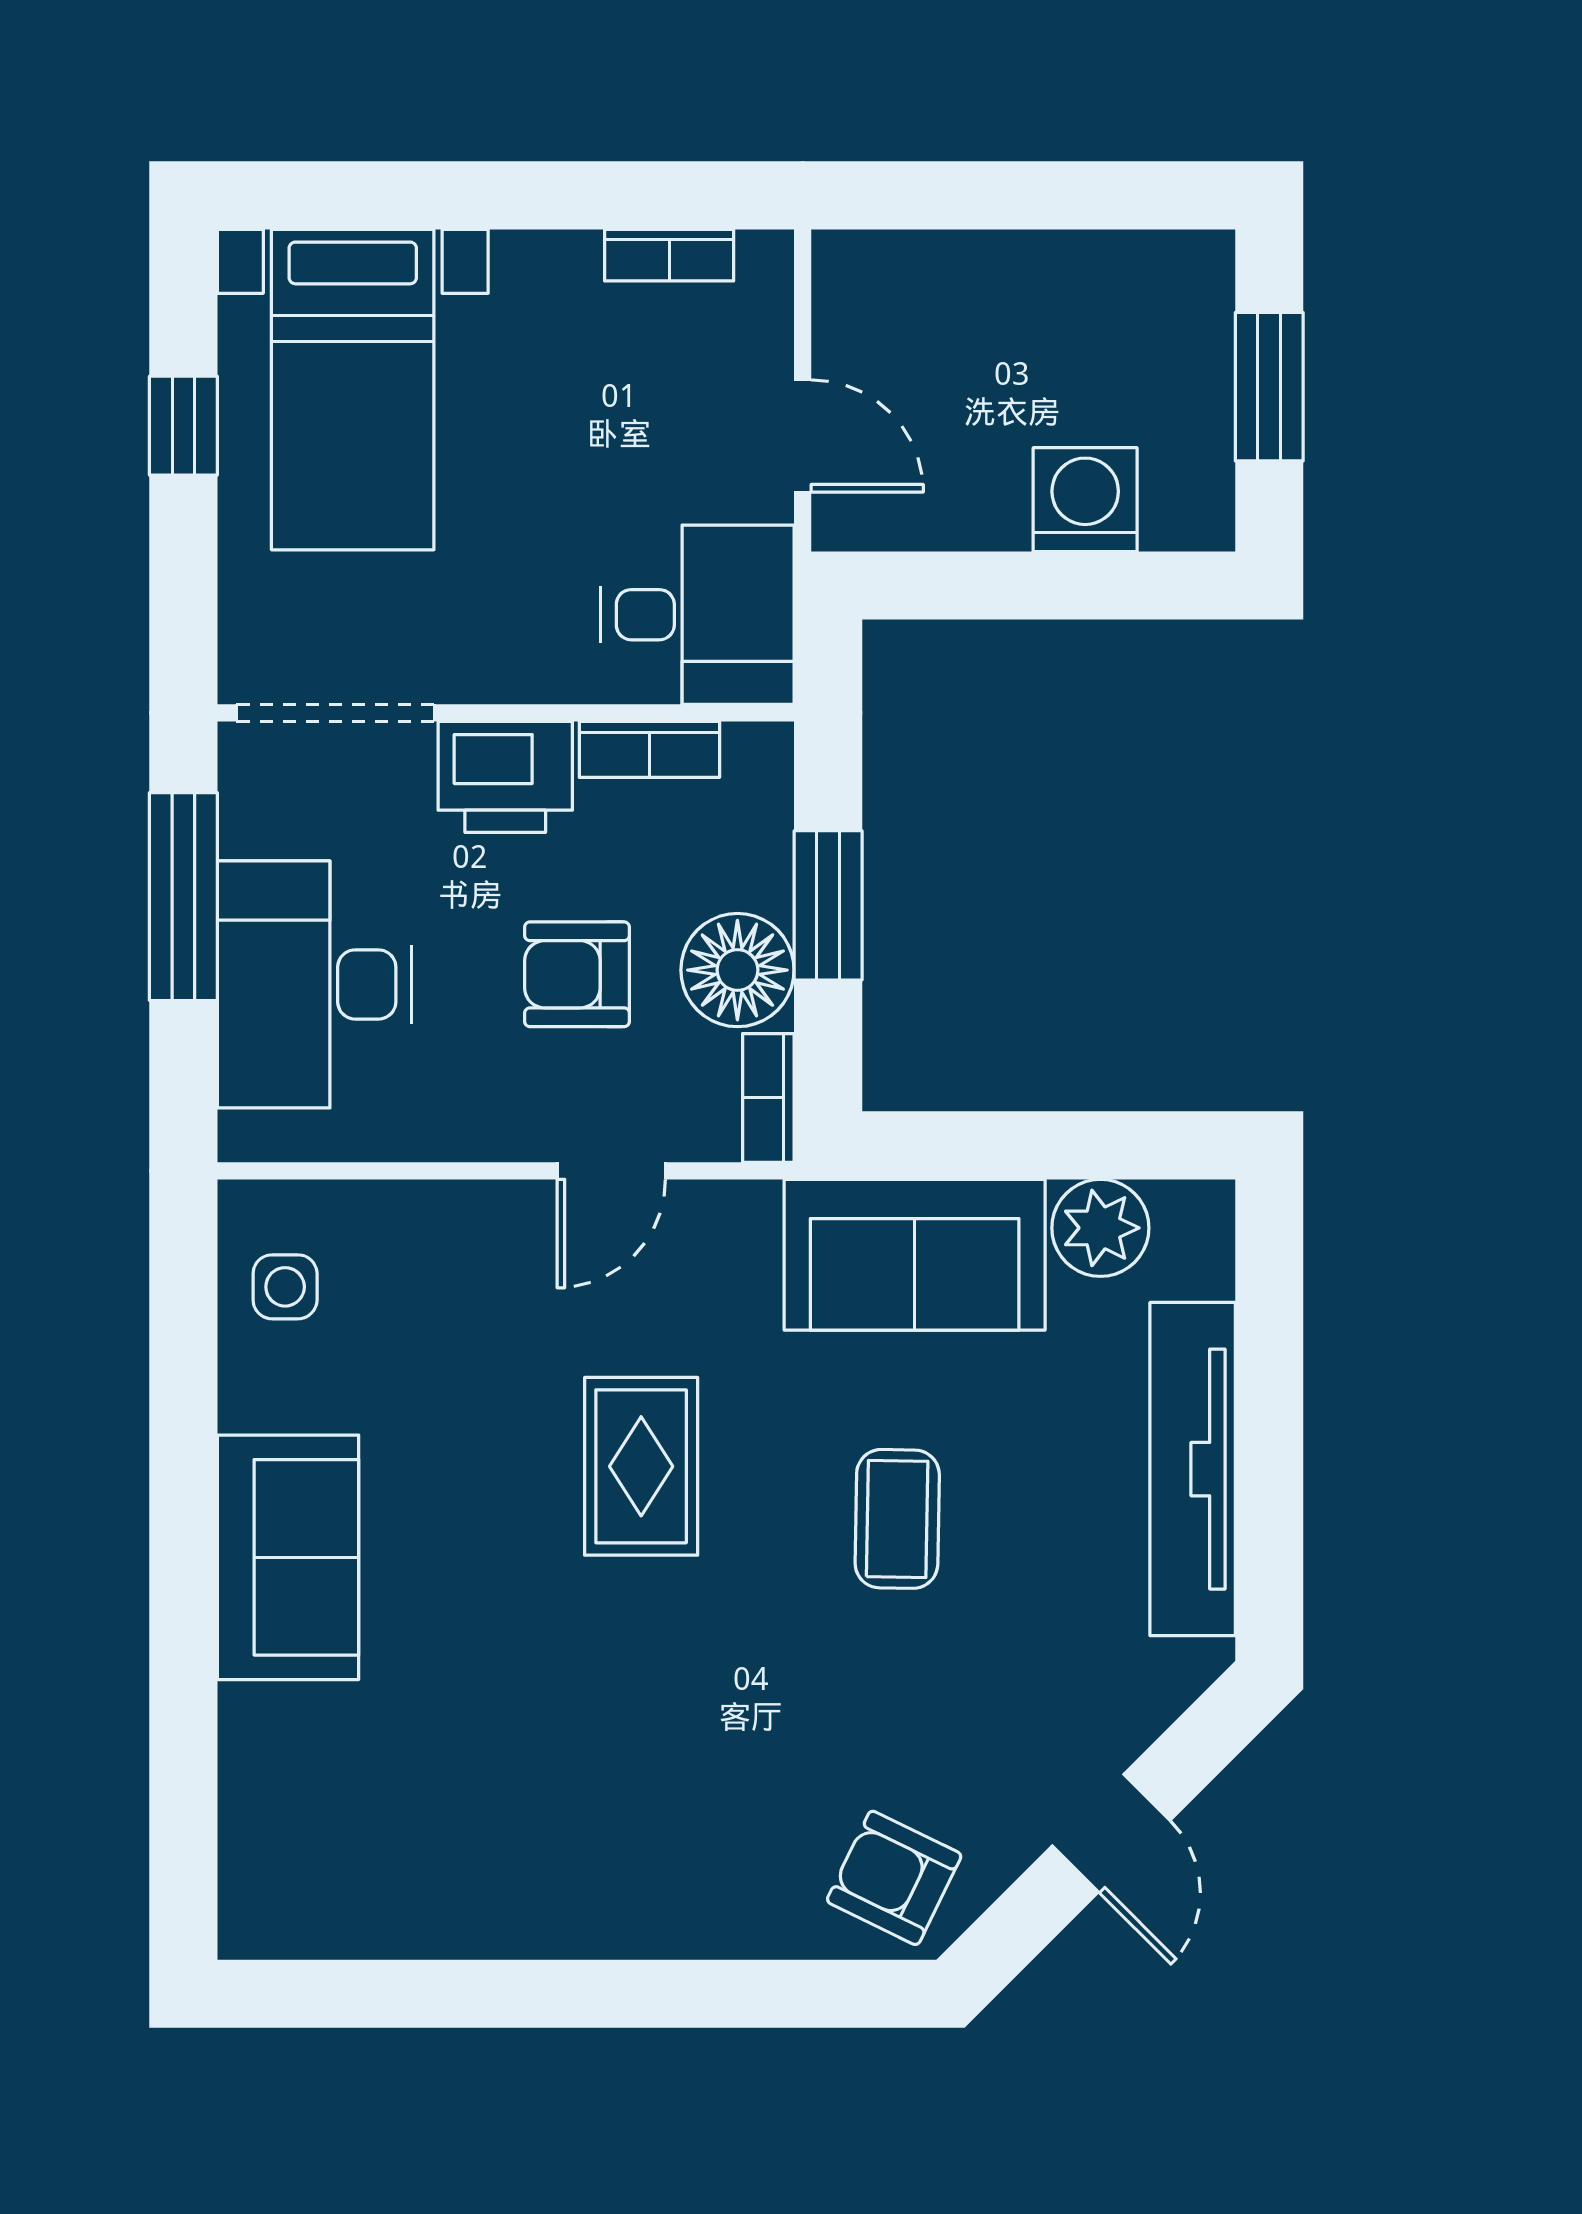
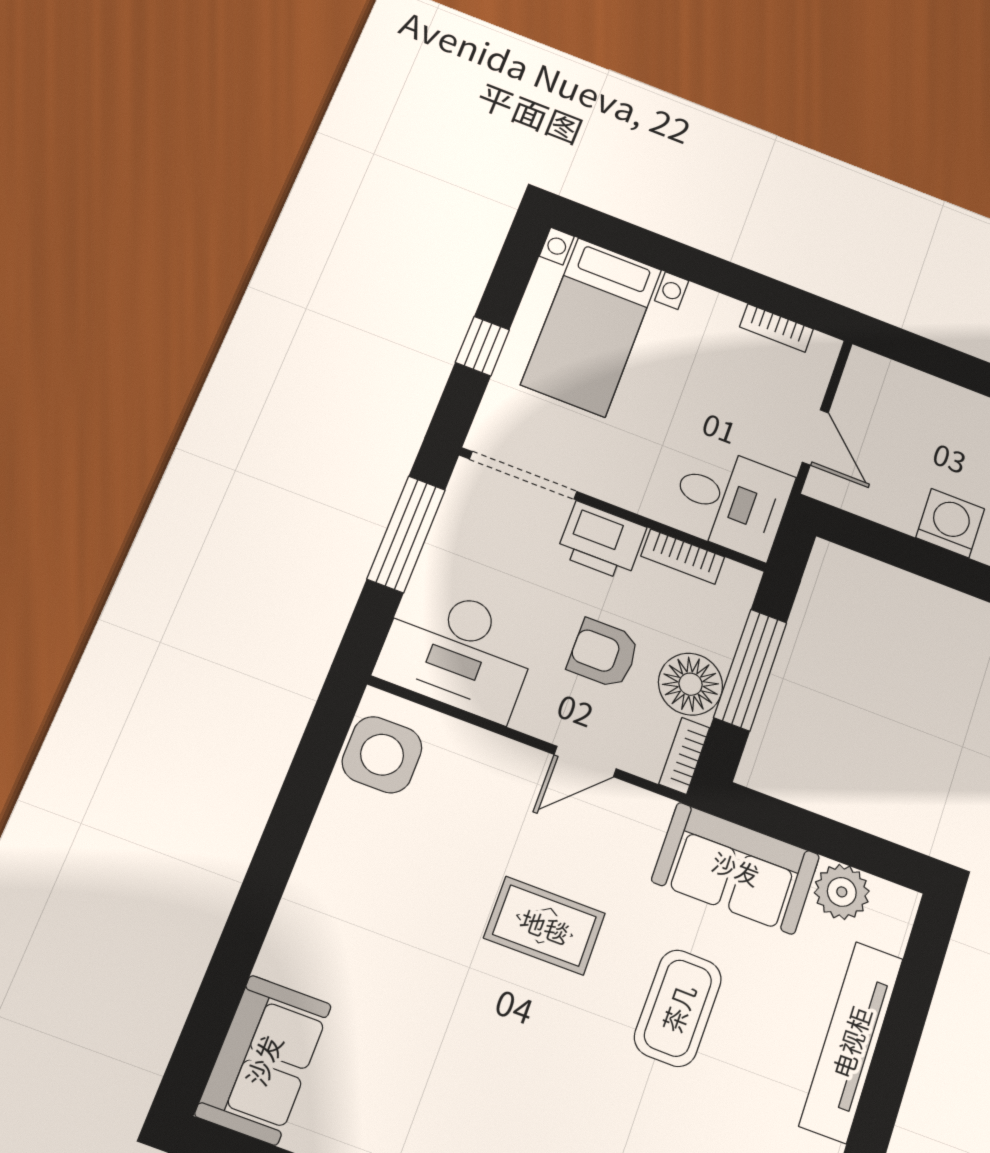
window: (183, 426) -> (482, 346), moved
window: (828, 905) -> (750, 670), width x1.44
desk: (314, 984) -> (458, 651), moved, turned -90
side table: (285, 1287) -> (382, 755), width x1.87, depth x1.87
rug: (641, 1466) -> (545, 926), turned 90
coffee table: (897, 1519) -> (678, 1008), width x1.36, depth x1.30
sofa: (288, 1557) -> (263, 1060), moved

